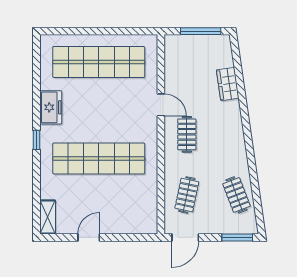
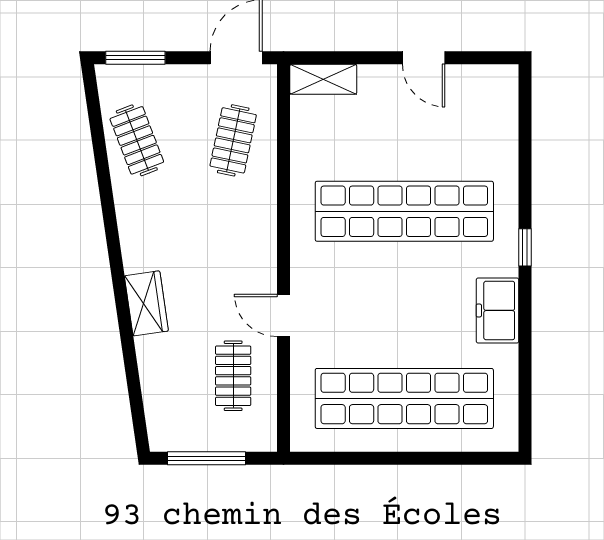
wardrobe: (228, 84) -> (146, 303), moved
clothes rail: (187, 134) -> (233, 376), moved
shelving: (48, 217) -> (323, 79), moved, turned 90
door: (89, 237) -> (424, 58), hinge flipped

